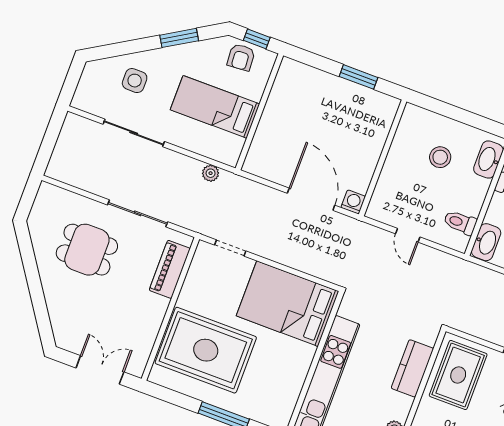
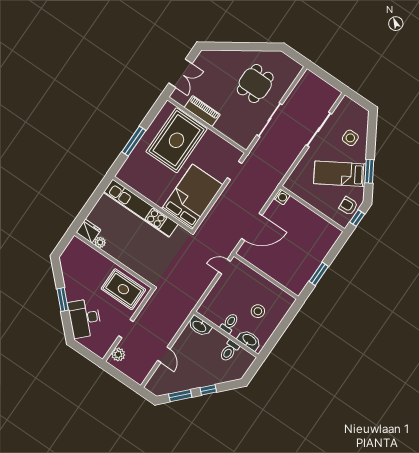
bed: (215, 107) -> (340, 174), moved, turned -121
plant: (211, 173) -> (283, 170), removed
washing machine: (353, 202) -> (282, 197), moved
toilet: (460, 222) -> (230, 323), moved
door: (408, 235) -> (225, 267), moved
piano: (170, 269) -> (202, 111), moved
kitchen counter: (412, 368) -> (134, 263), removed

